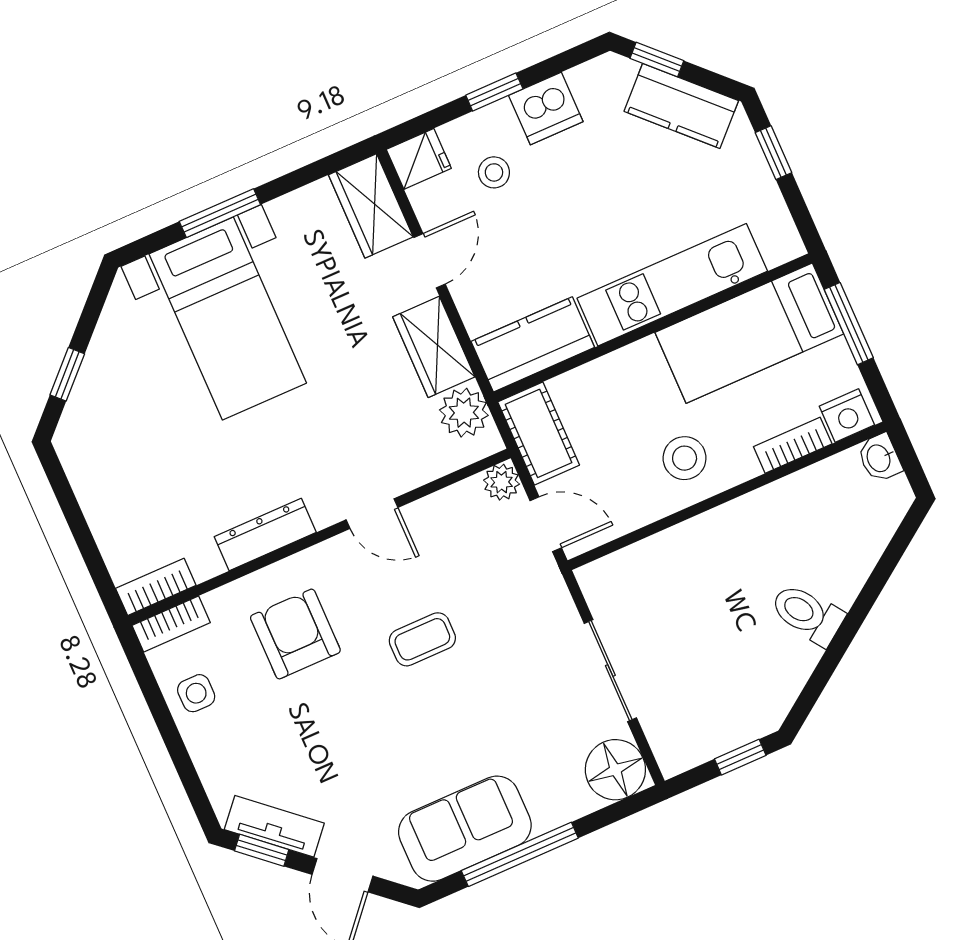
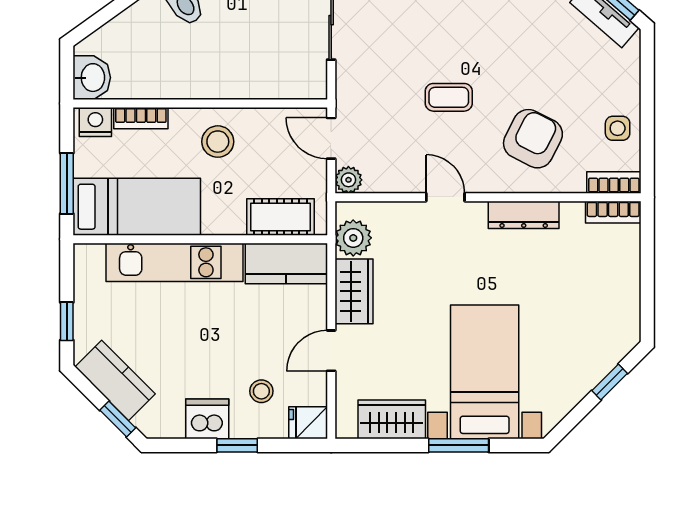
wardrobe: (371, 206) -> (392, 419), moved, turned -90
cot: (539, 433) -> (280, 217), moved, turned 90
washbasin: (879, 458) -> (92, 78), width x1.38, depth x1.45
armchair: (295, 634) -> (533, 139), turned -153

